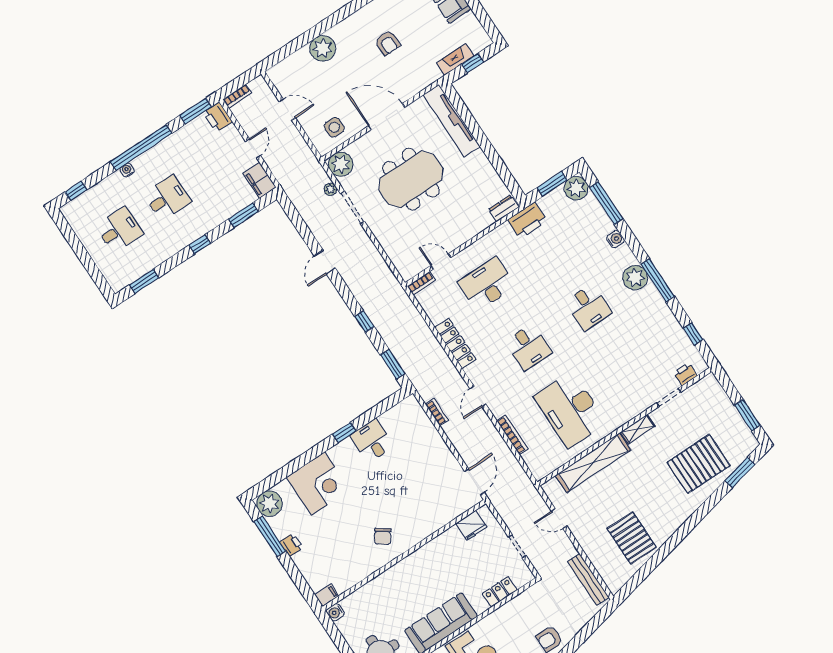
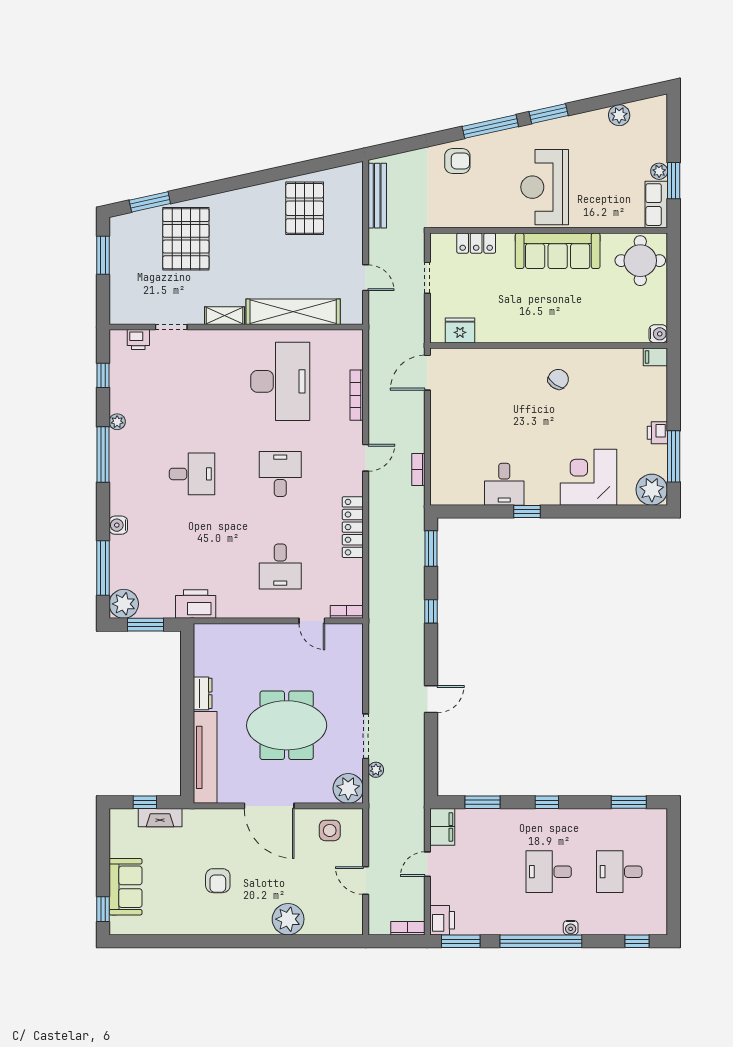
armchair: (388, 43) -> (218, 881), turned 180
dresser: (504, 208) -> (203, 693), moved, turned -90
plant: (635, 278) -> (117, 422), moved, width x0.53, depth x0.53
desk: (487, 284) -> (280, 566), width x0.73
desk: (588, 307) -> (192, 474), turned 90
pallet: (699, 464) -> (186, 239), turned 90

